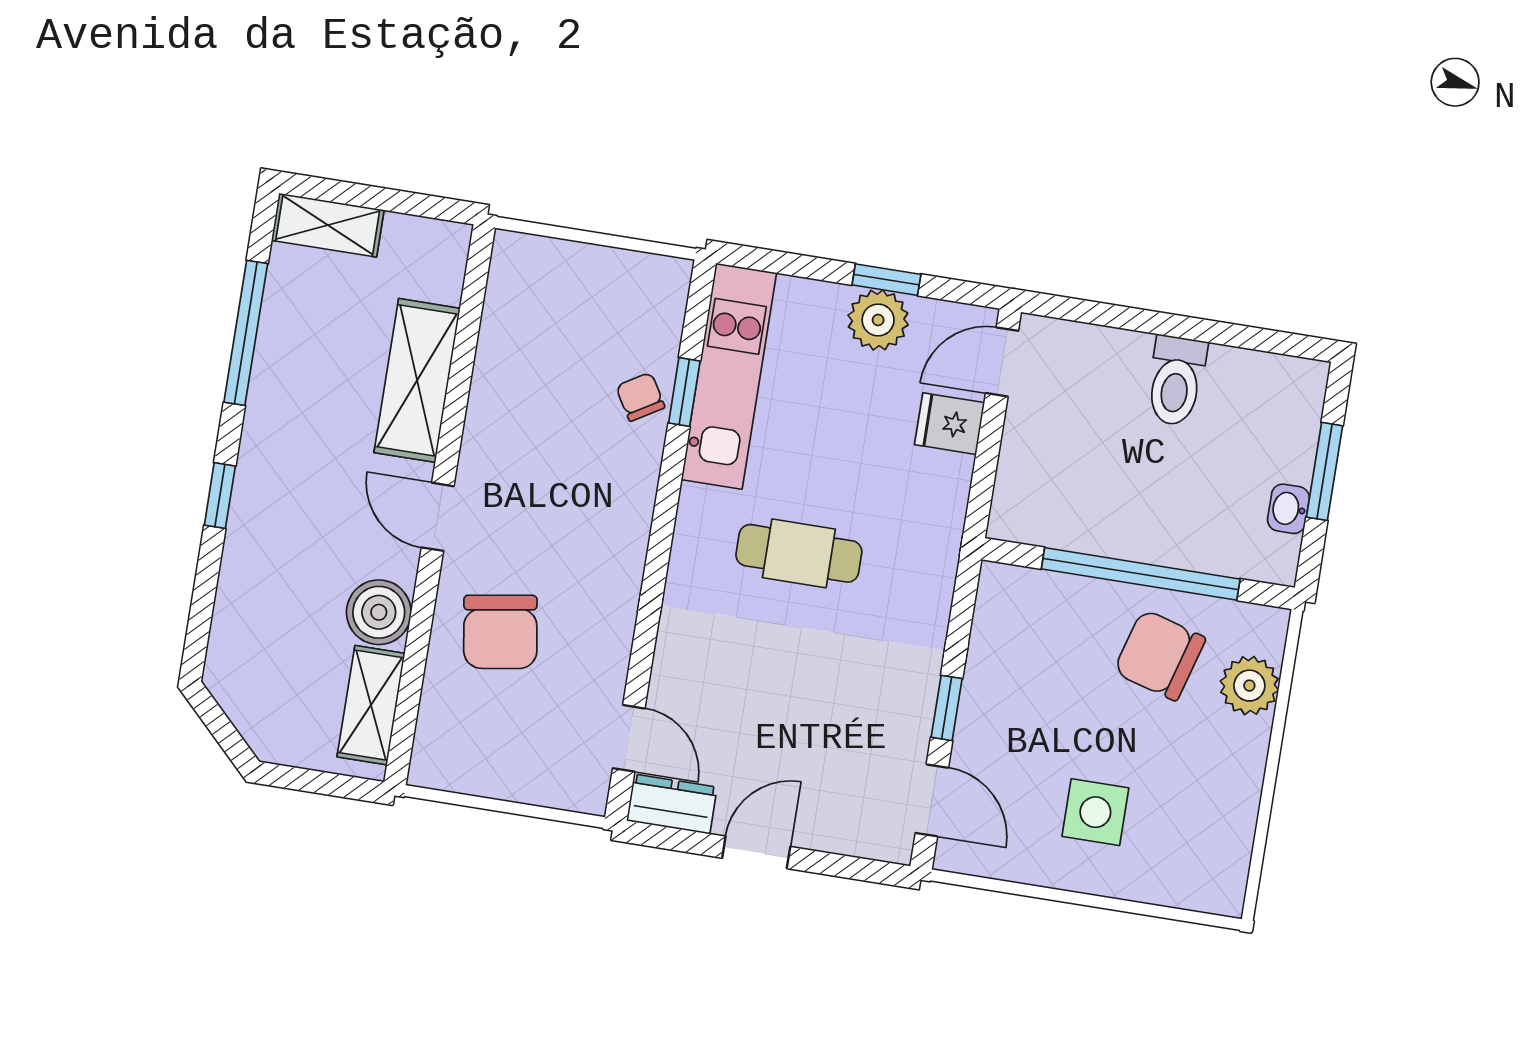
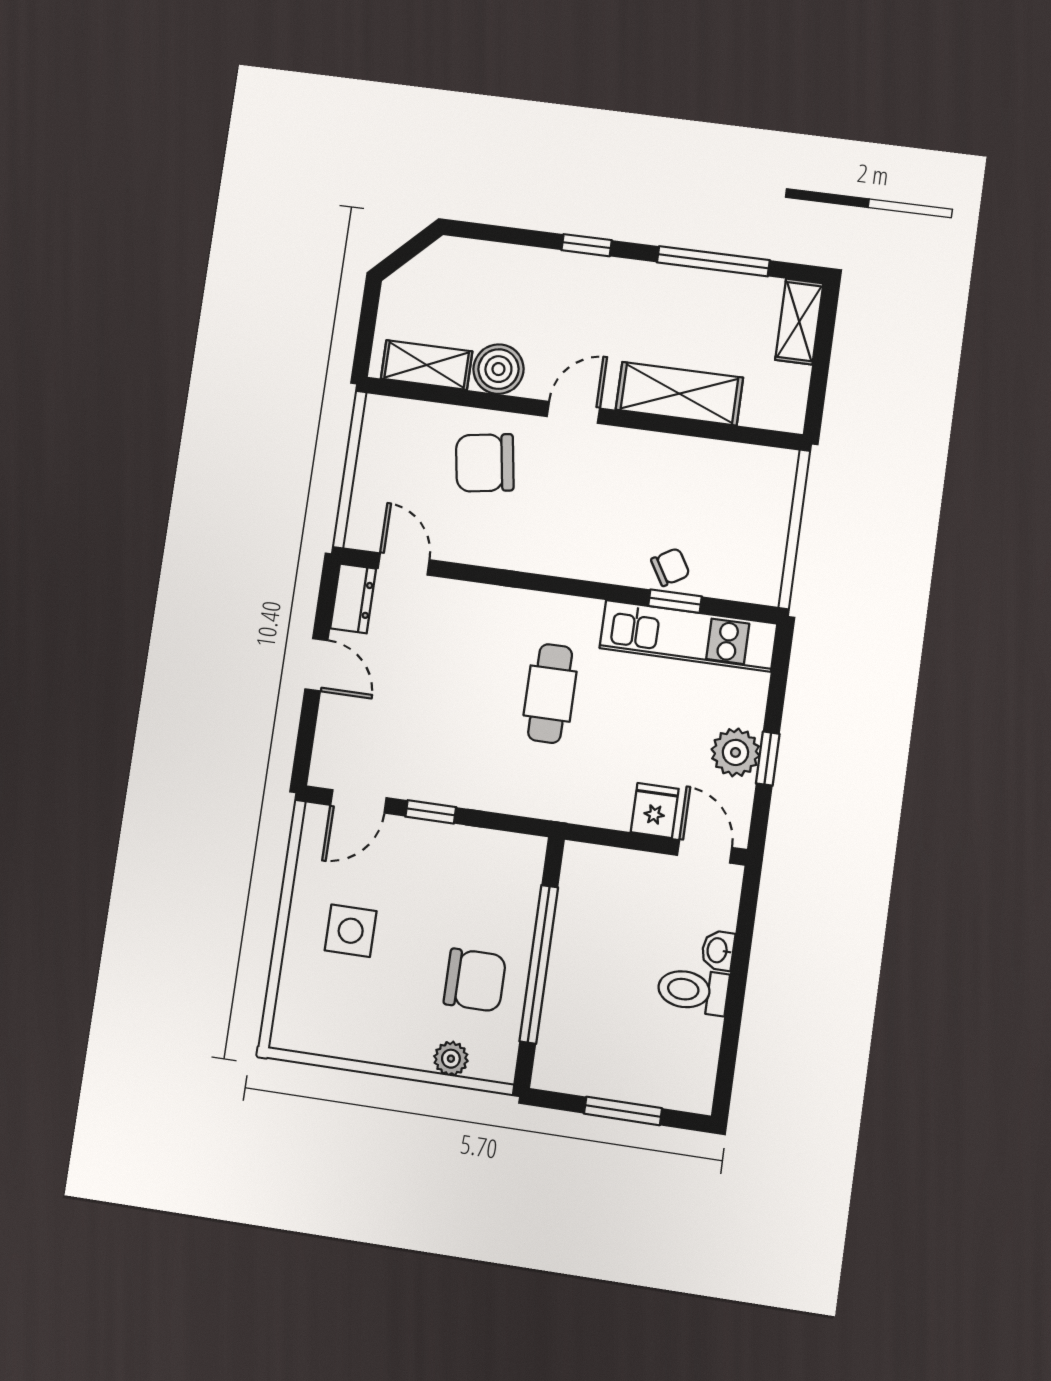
washbasin: (1288, 509) -> (718, 950), moved, turned -90
chair: (1160, 655) -> (475, 980), turned 74
plant: (1249, 686) -> (451, 1059), width x0.73, depth x0.73
door: (629, 738) -> (404, 564), swing flipped

